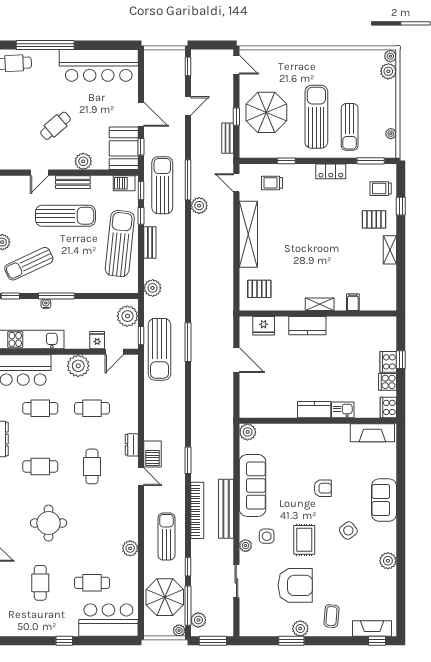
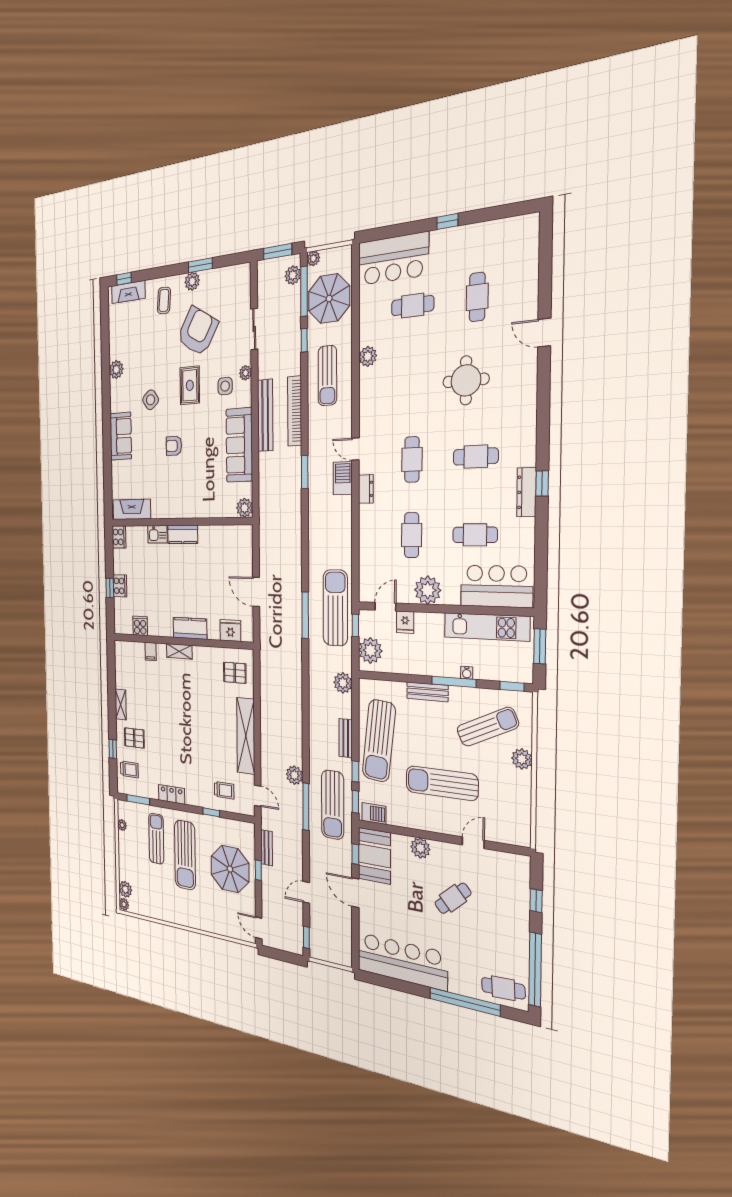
bench: (73, 182) -> (427, 692), moved
cooker: (387, 382) -> (140, 626), moved, turned -90
cafe table: (92, 408) -> (412, 535), turned 90
armchair: (295, 585) -> (197, 331), turned 121

